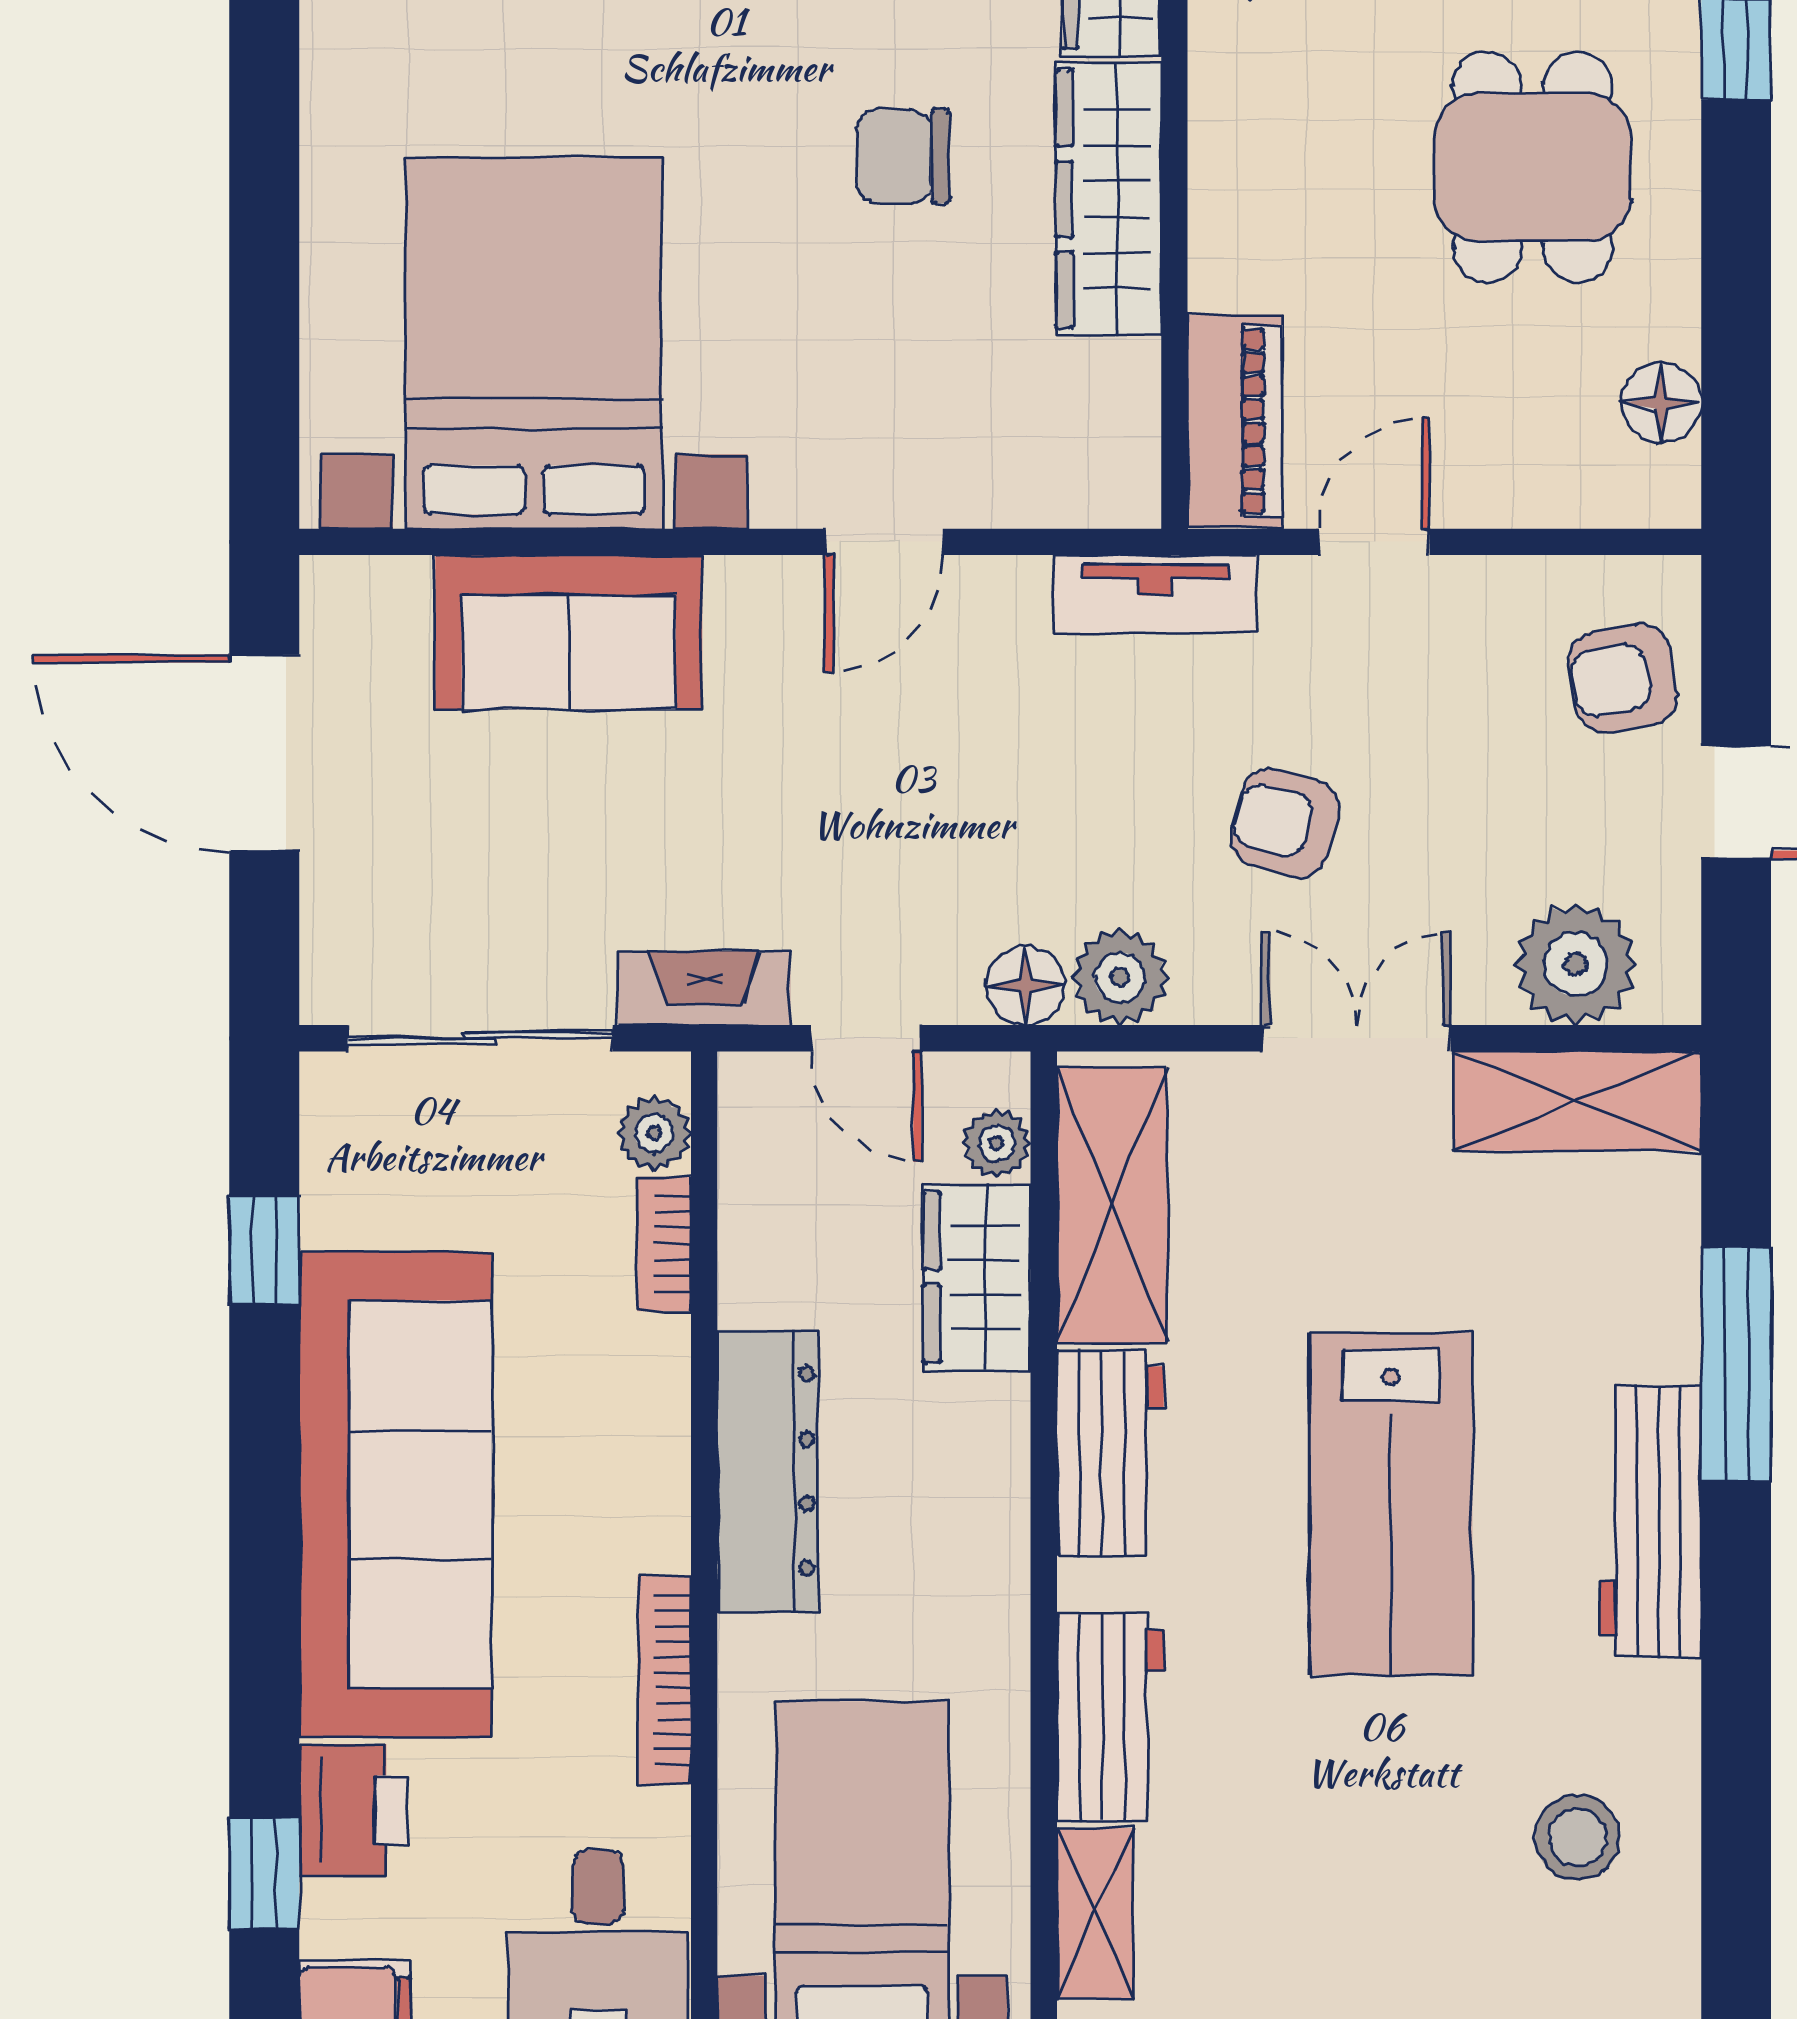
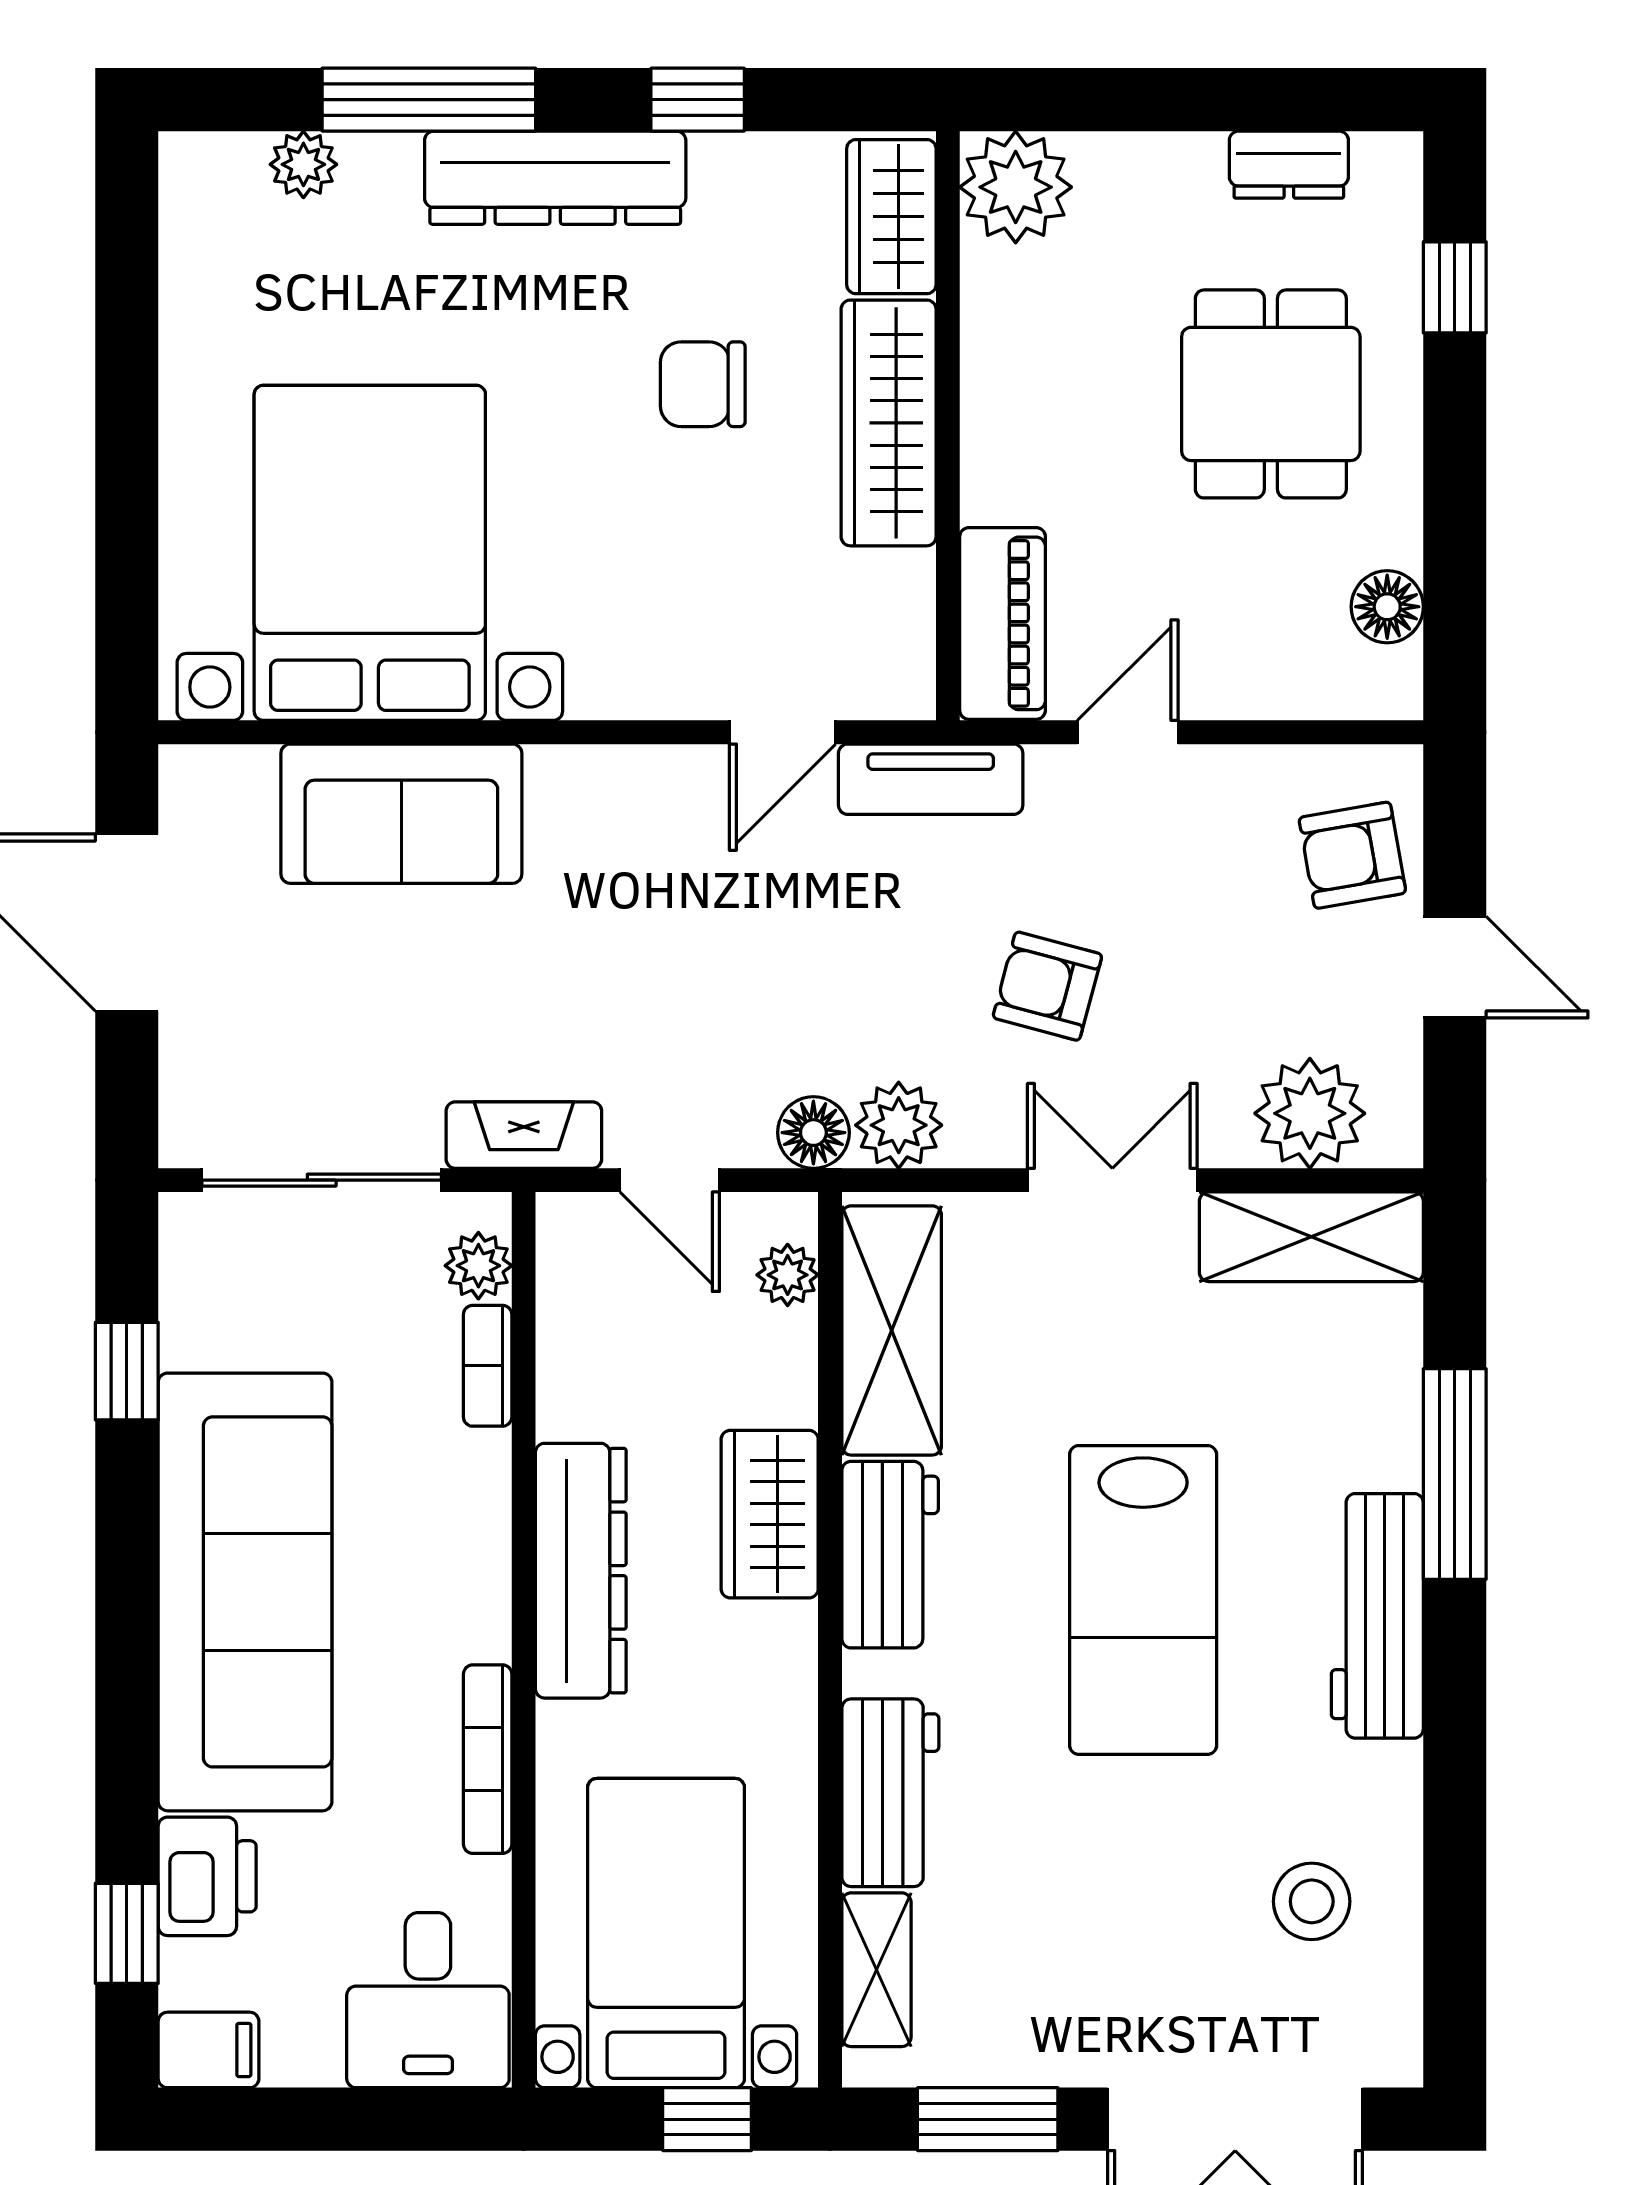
door: (884, 542) -> (782, 732), moved
wardrobe: (977, 1277) -> (770, 1514), moved

